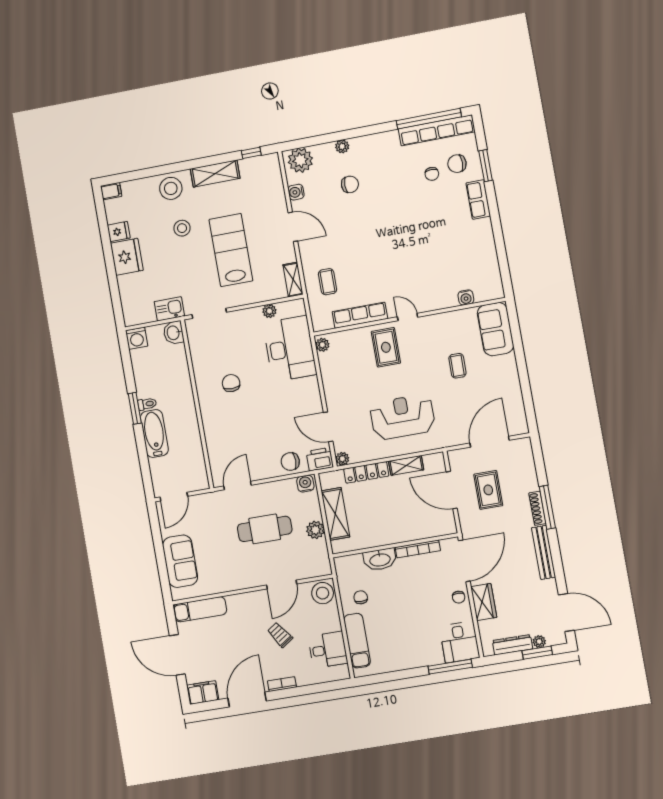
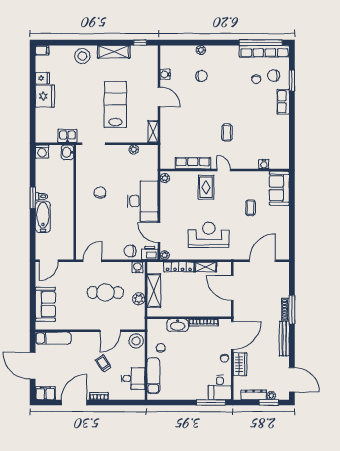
plant: (300, 160) -> (172, 54), removed
stool: (182, 228) -> (85, 84), removed
coffee table: (327, 282) -> (227, 133), moved
desk: (290, 349) -> (143, 201), moved
rug: (488, 490) -> (256, 292), removed

